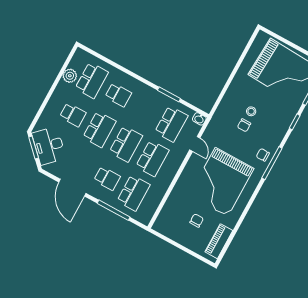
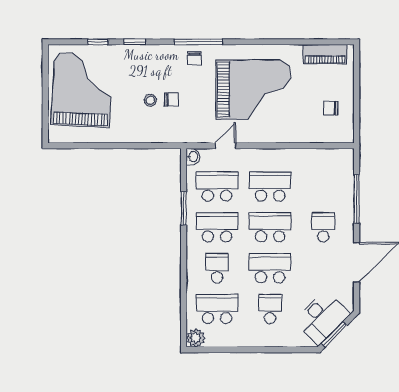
plant: (70, 76) -> (196, 338), moved
school desk: (134, 193) -> (217, 227), moved
chair: (197, 221) -> (331, 108), moved

